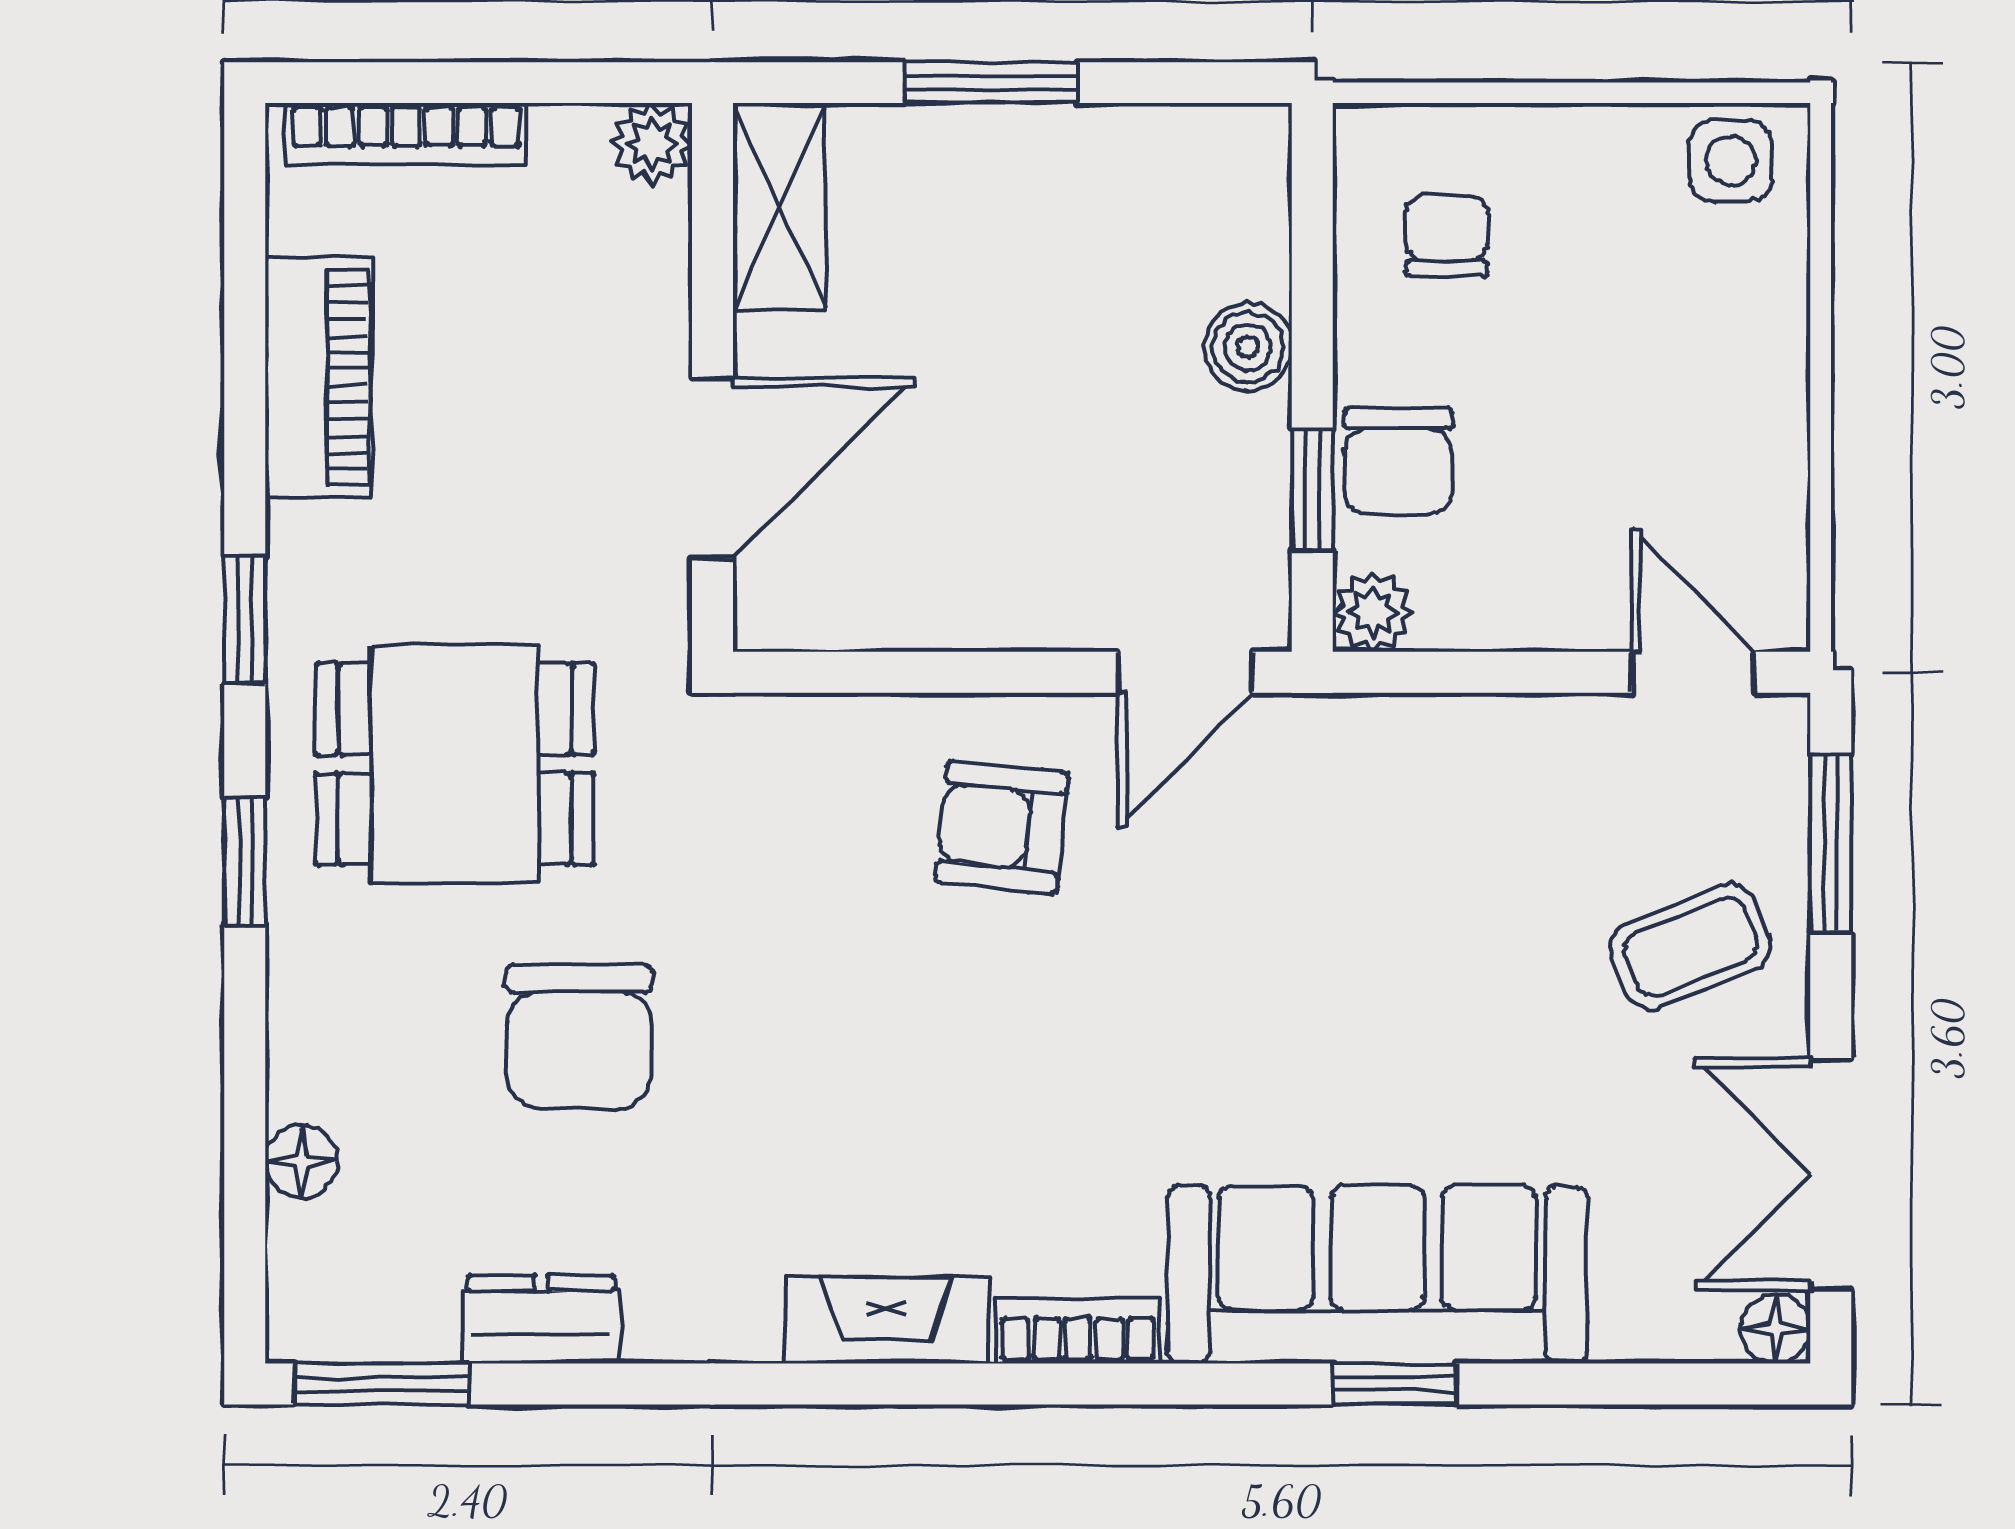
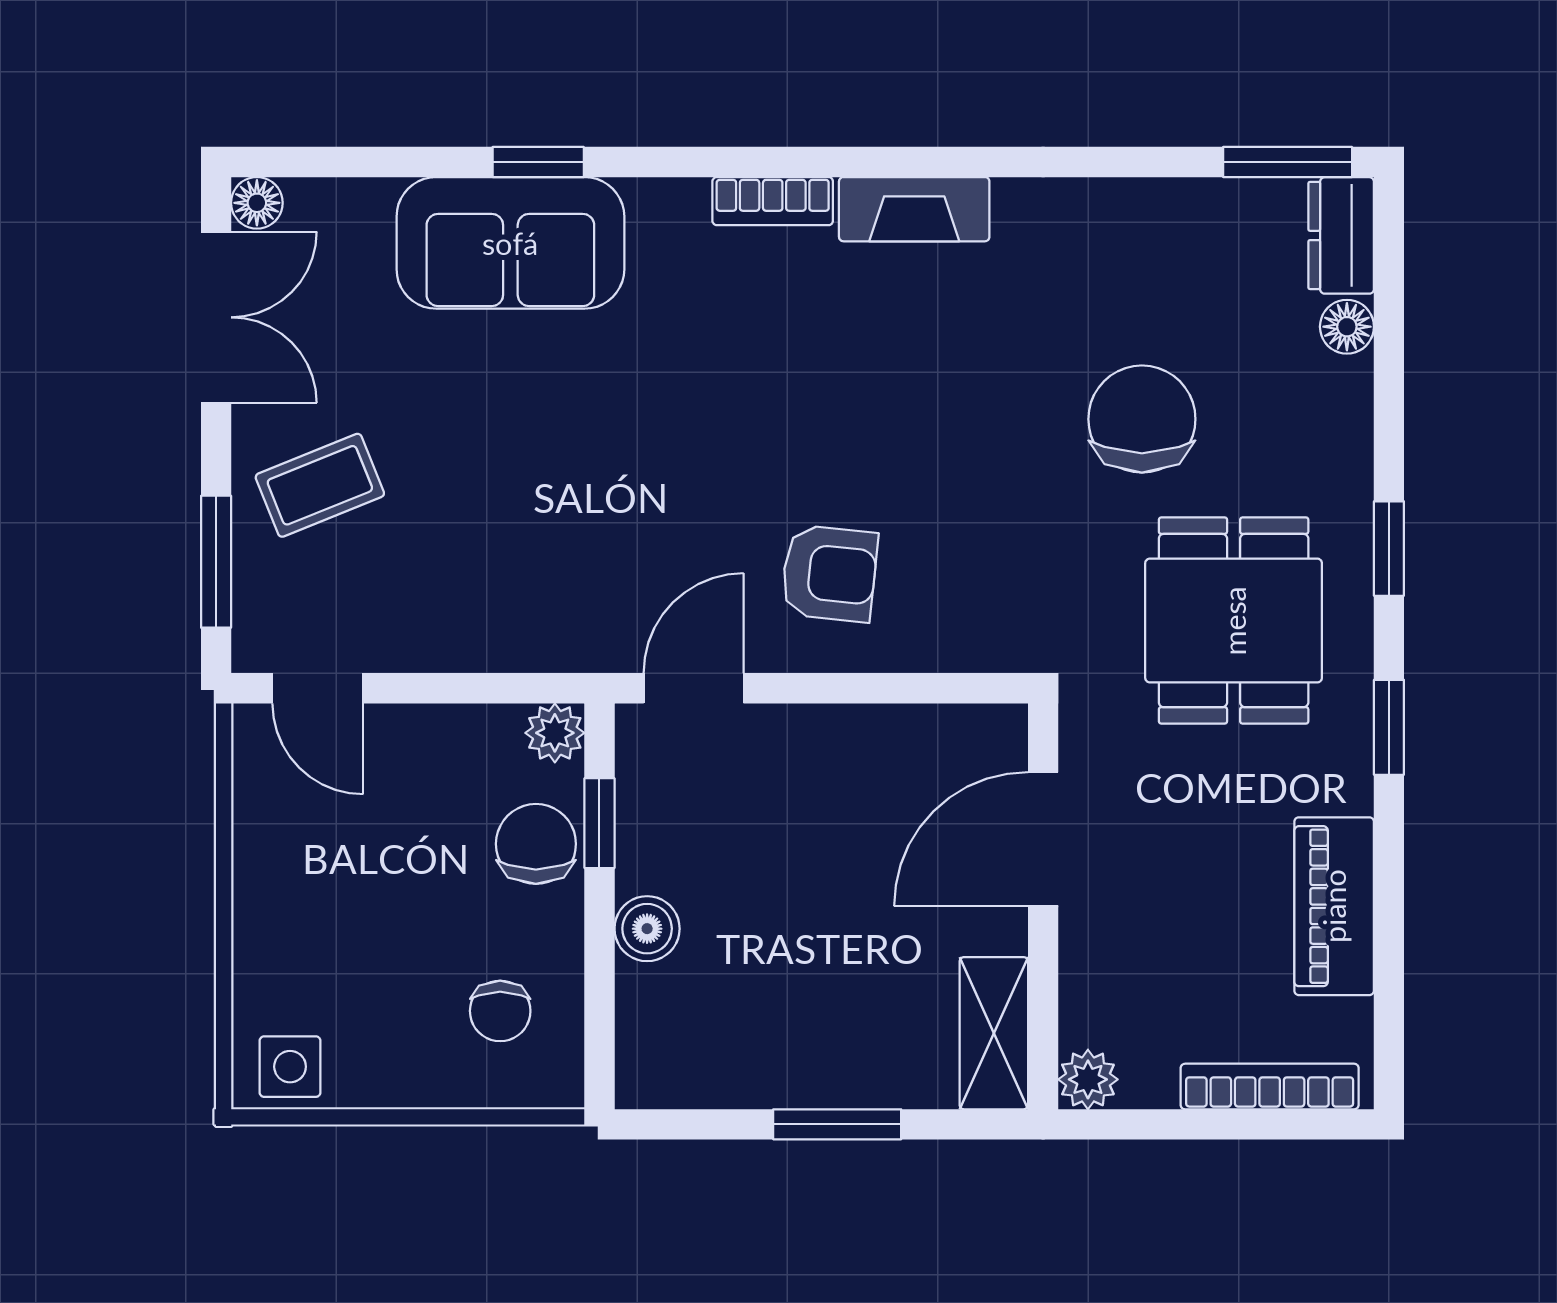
dining table: (455, 764) -> (1234, 621), turned 90
sofa: (1377, 1275) -> (510, 243), width x0.73
dresser: (541, 1319) -> (1341, 235), moved, turned 90

